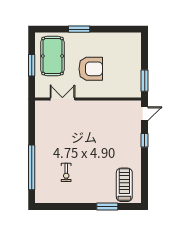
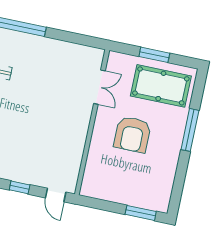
window: (79, 29) -> (190, 130), width x1.44
window: (145, 81) -> (141, 213), moved

